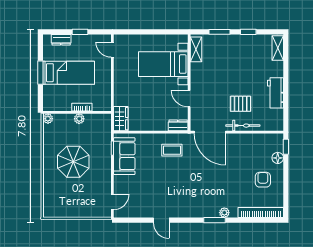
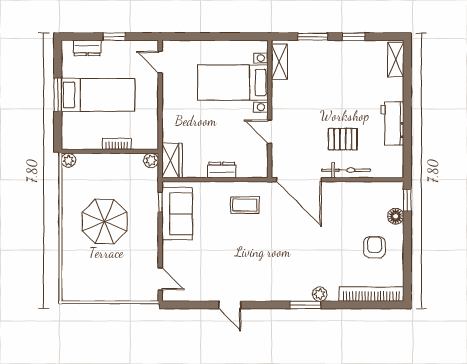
plant: (79, 119) -> (151, 160), moved
dresser: (178, 125) -> (222, 170), moved
door: (112, 202) -> (160, 279), hinge flipped

